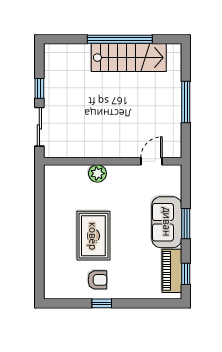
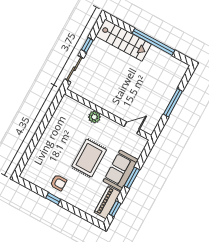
stairs: (129, 58) -> (124, 40), moved
rug: (93, 236) -> (89, 158), moved

